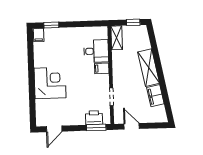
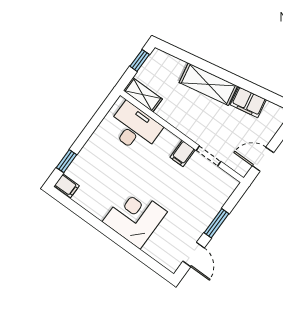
desk: (96, 51) -> (134, 128), width x1.37
filing cabinet: (102, 68) -> (183, 153), moved
printer: (94, 118) -> (217, 196), removed
window: (96, 127) -> (216, 223), moved

